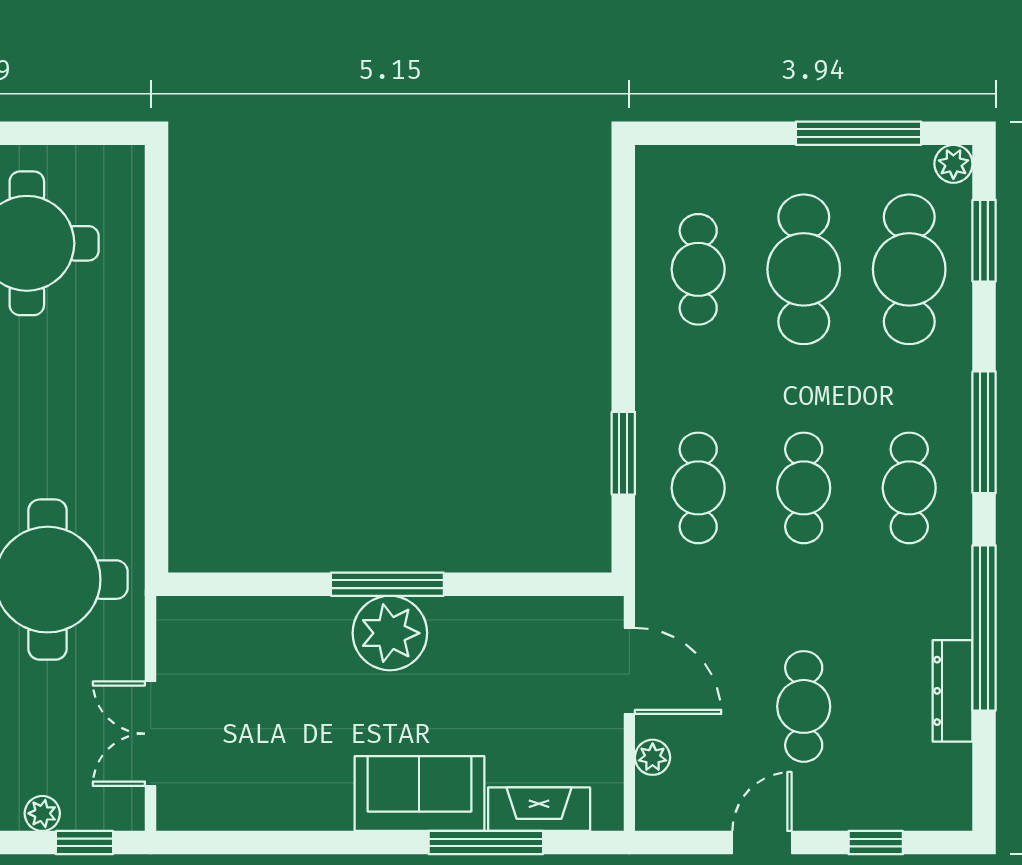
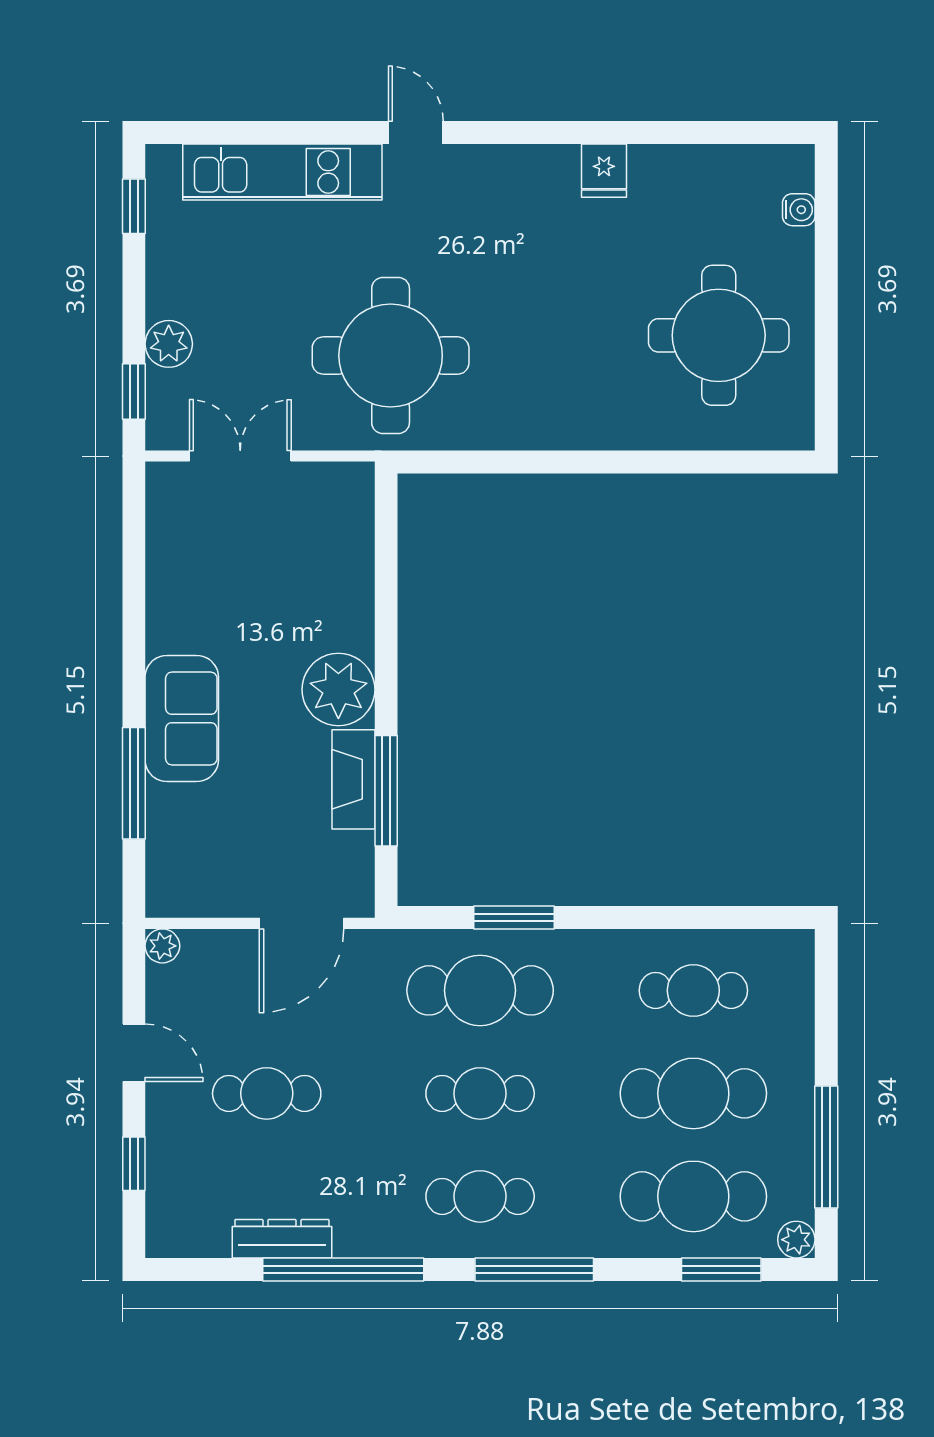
cafe table: (698, 488) -> (480, 990), width x1.37, depth x1.35
window: (387, 584) -> (386, 791), moved
plant: (653, 757) -> (162, 946), moved
fireplace: (539, 809) -> (354, 779), moved, turned 180
plant: (42, 813) -> (169, 344), width x1.38, depth x1.38

